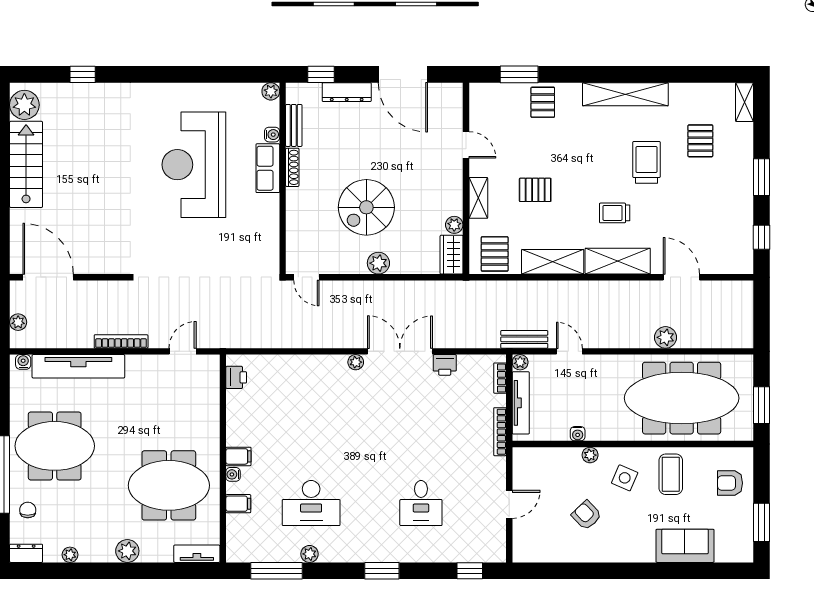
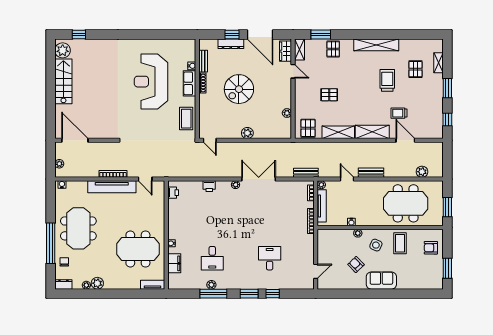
window: (83, 74) -> (79, 34), moved
window: (321, 74) -> (232, 34), moved
plant: (271, 91) -> (191, 43), removed
shelving: (745, 102) -> (438, 63), moved
shelving: (478, 198) -> (299, 49), moved
spiral stairs: (366, 207) -> (239, 89), moved
trolley: (615, 213) -> (399, 113), moved
coffee table: (261, 235) -> (186, 119), added
wardrobe: (452, 255) -> (286, 51), moved
plant: (665, 337) -> (422, 172), moved
bench: (524, 339) -> (306, 173), moved
bench: (615, 339) -> (371, 173), added
door: (183, 351) -> (145, 179), swing flipped
printer: (445, 365) -> (209, 186), moved
tv unit: (78, 366) -> (112, 187), moved
meeting table: (682, 398) -> (406, 203), width x0.73
meeting table: (55, 446) -> (78, 228), turned 90
filing cabinet: (238, 456) -> (174, 234), removed
desk: (311, 503) -> (212, 258), width x0.73
desk: (421, 503) -> (270, 258), turned 180
filing cabinet: (238, 504) -> (174, 263), width x2.00
door: (509, 504) -> (316, 271), moved
sofa: (685, 546) -> (381, 281), moved
plant: (127, 551) -> (97, 283), moved
window: (276, 571) -> (213, 294), moved
window: (470, 571) -> (273, 294), moved

